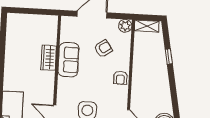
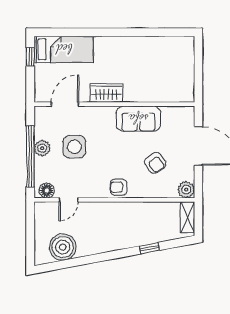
wardrobe: (49, 58) -> (106, 93), moved

